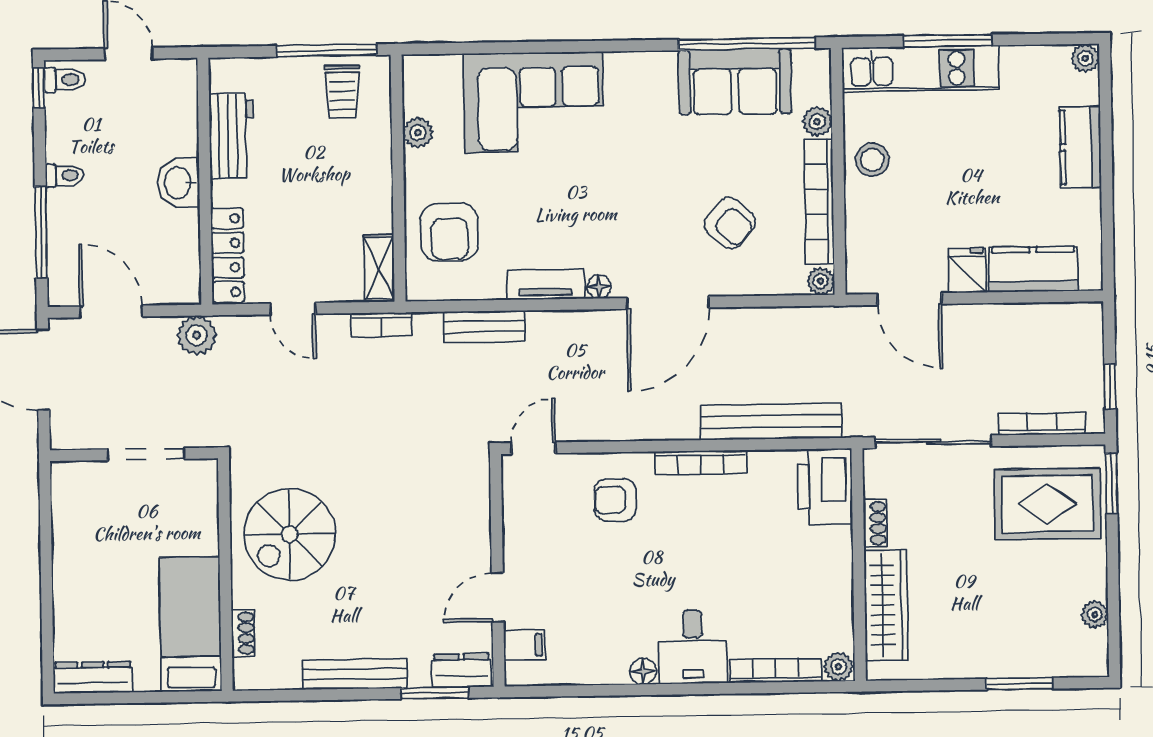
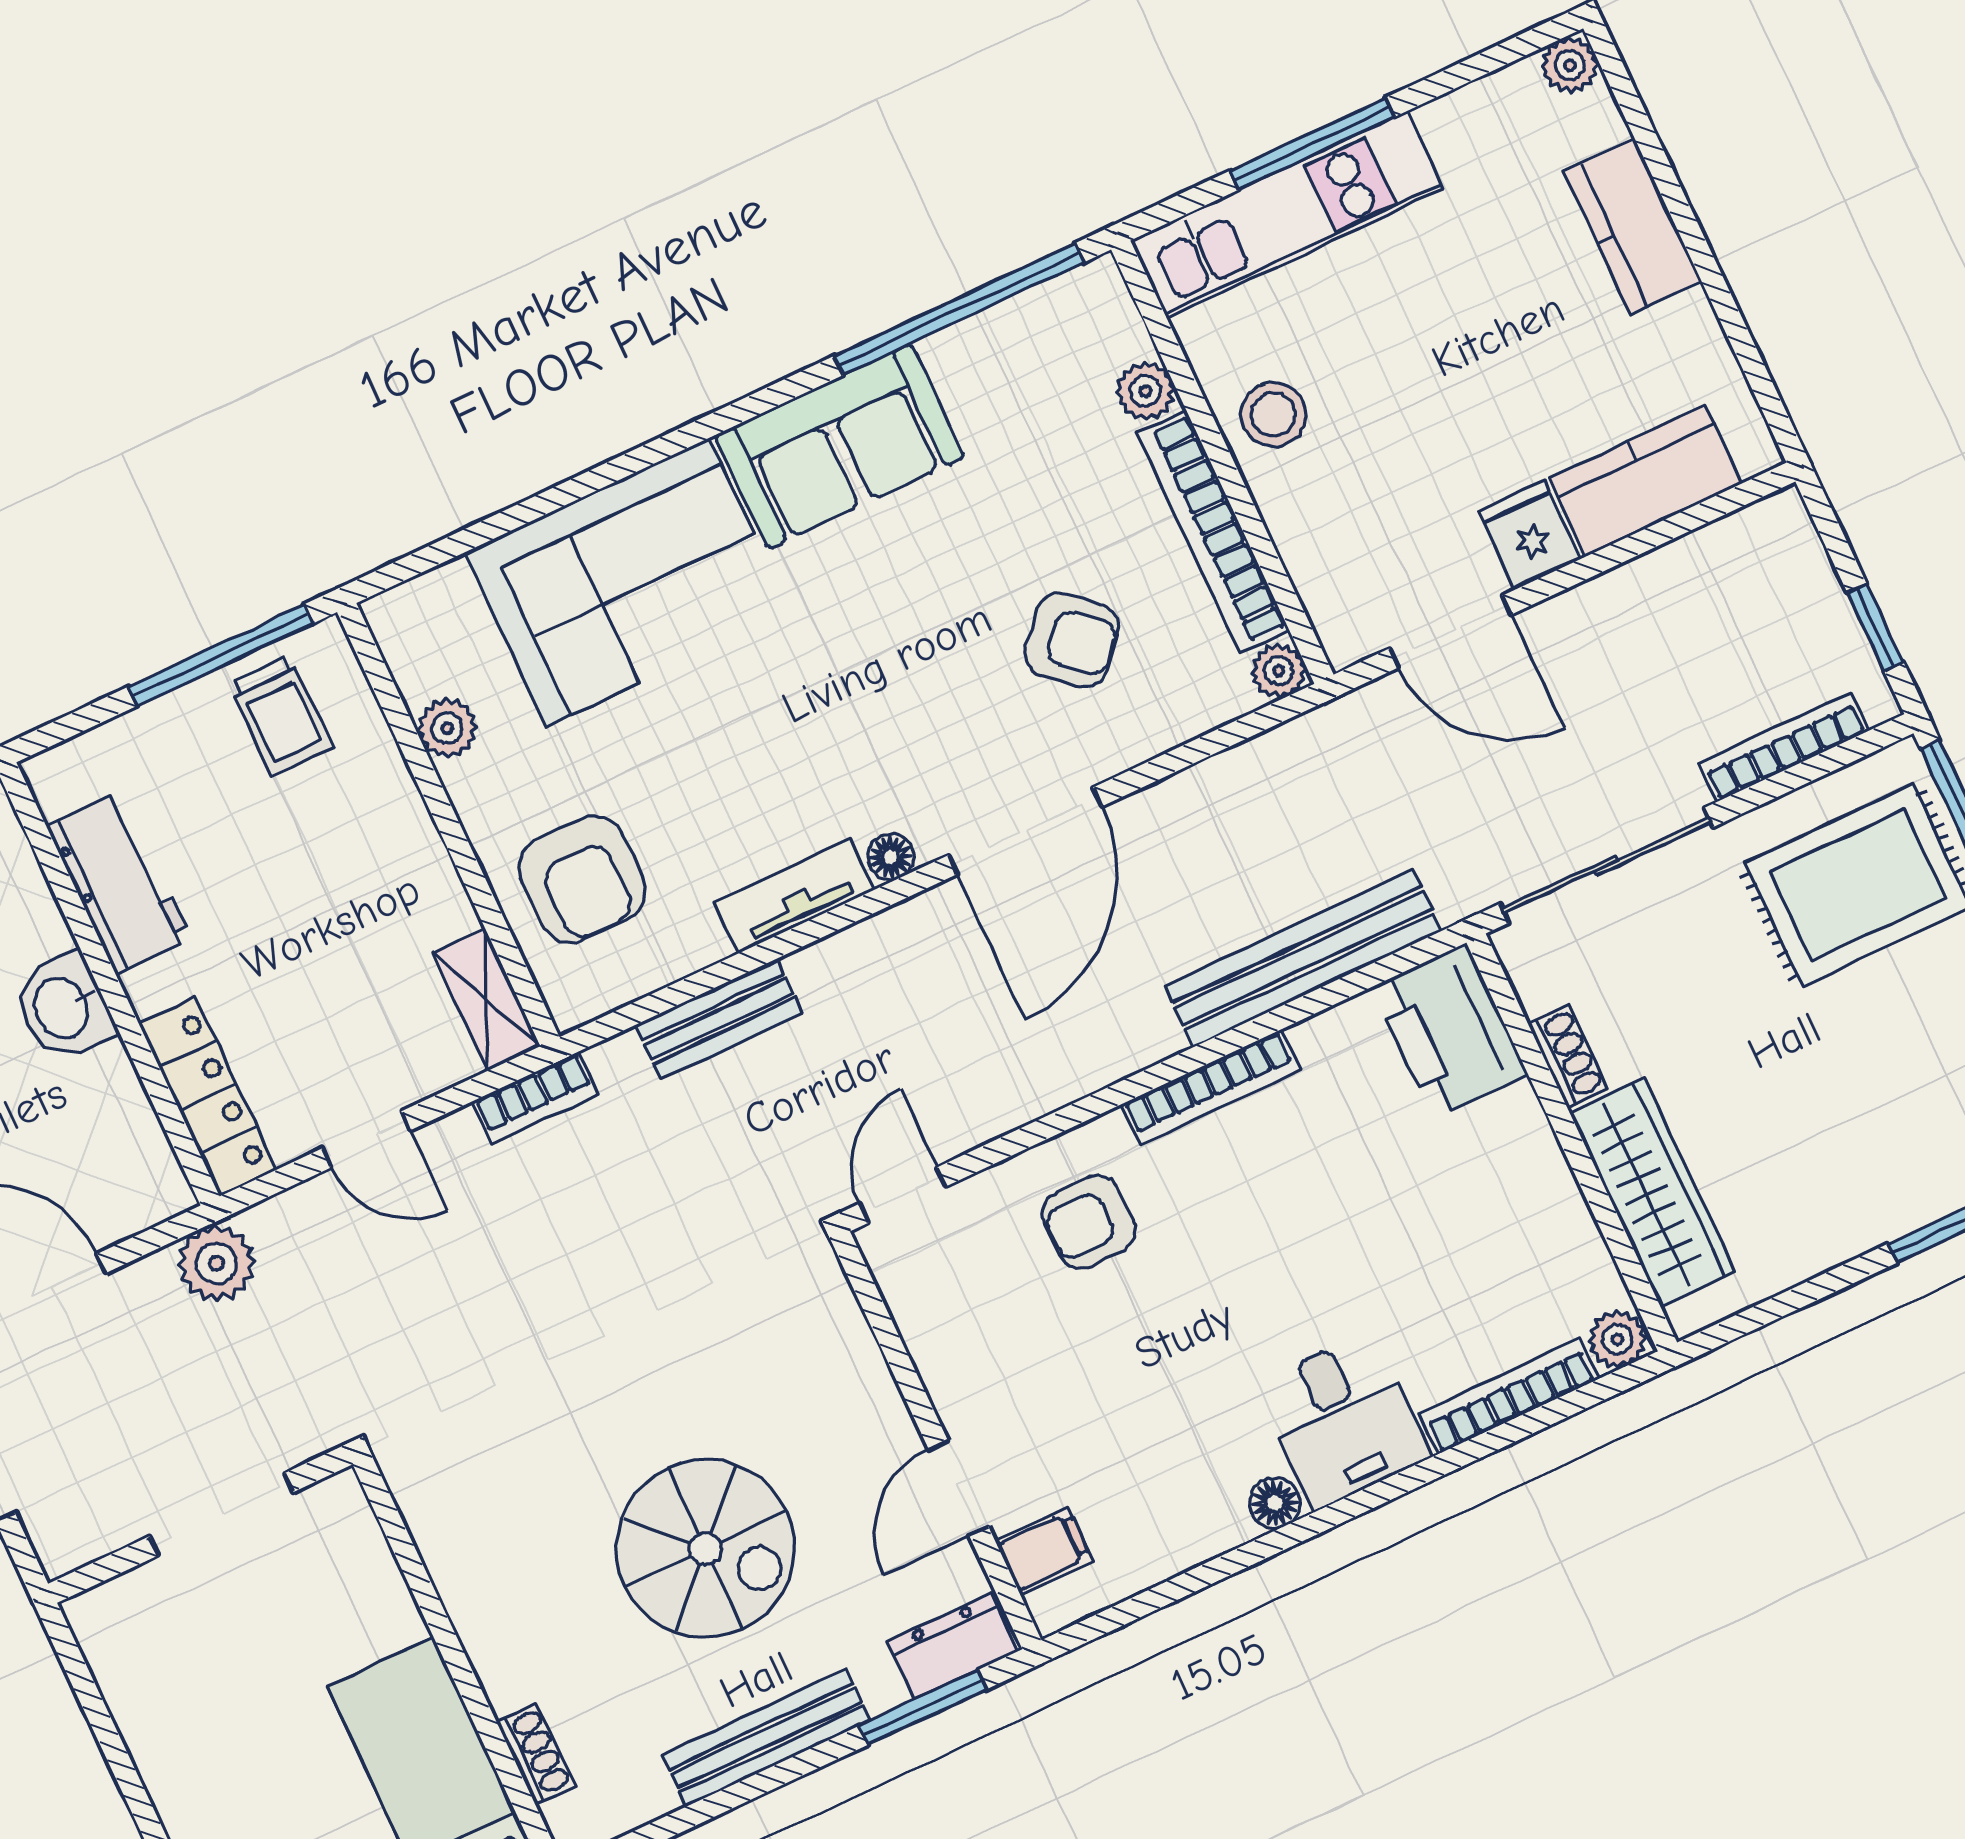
sofa: (735, 82) -> (839, 446), moved
spiral stairs: (290, 534) -> (705, 1549), moved, turned -90

